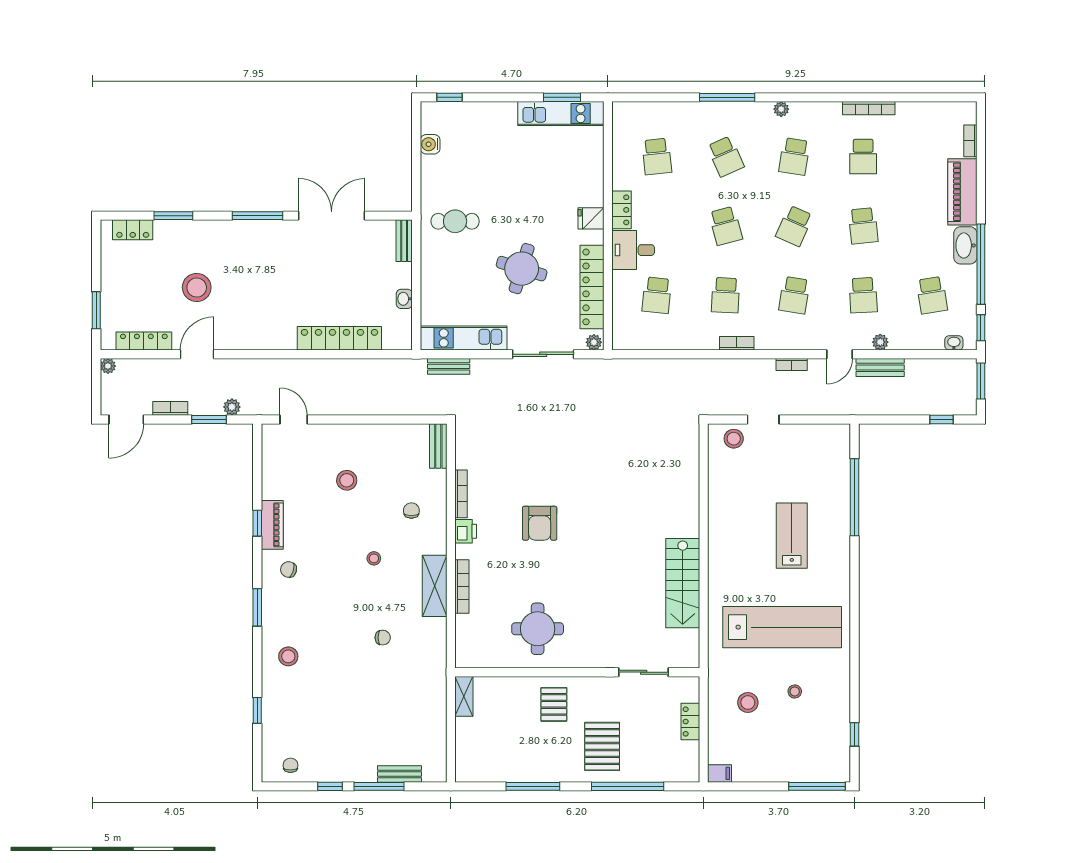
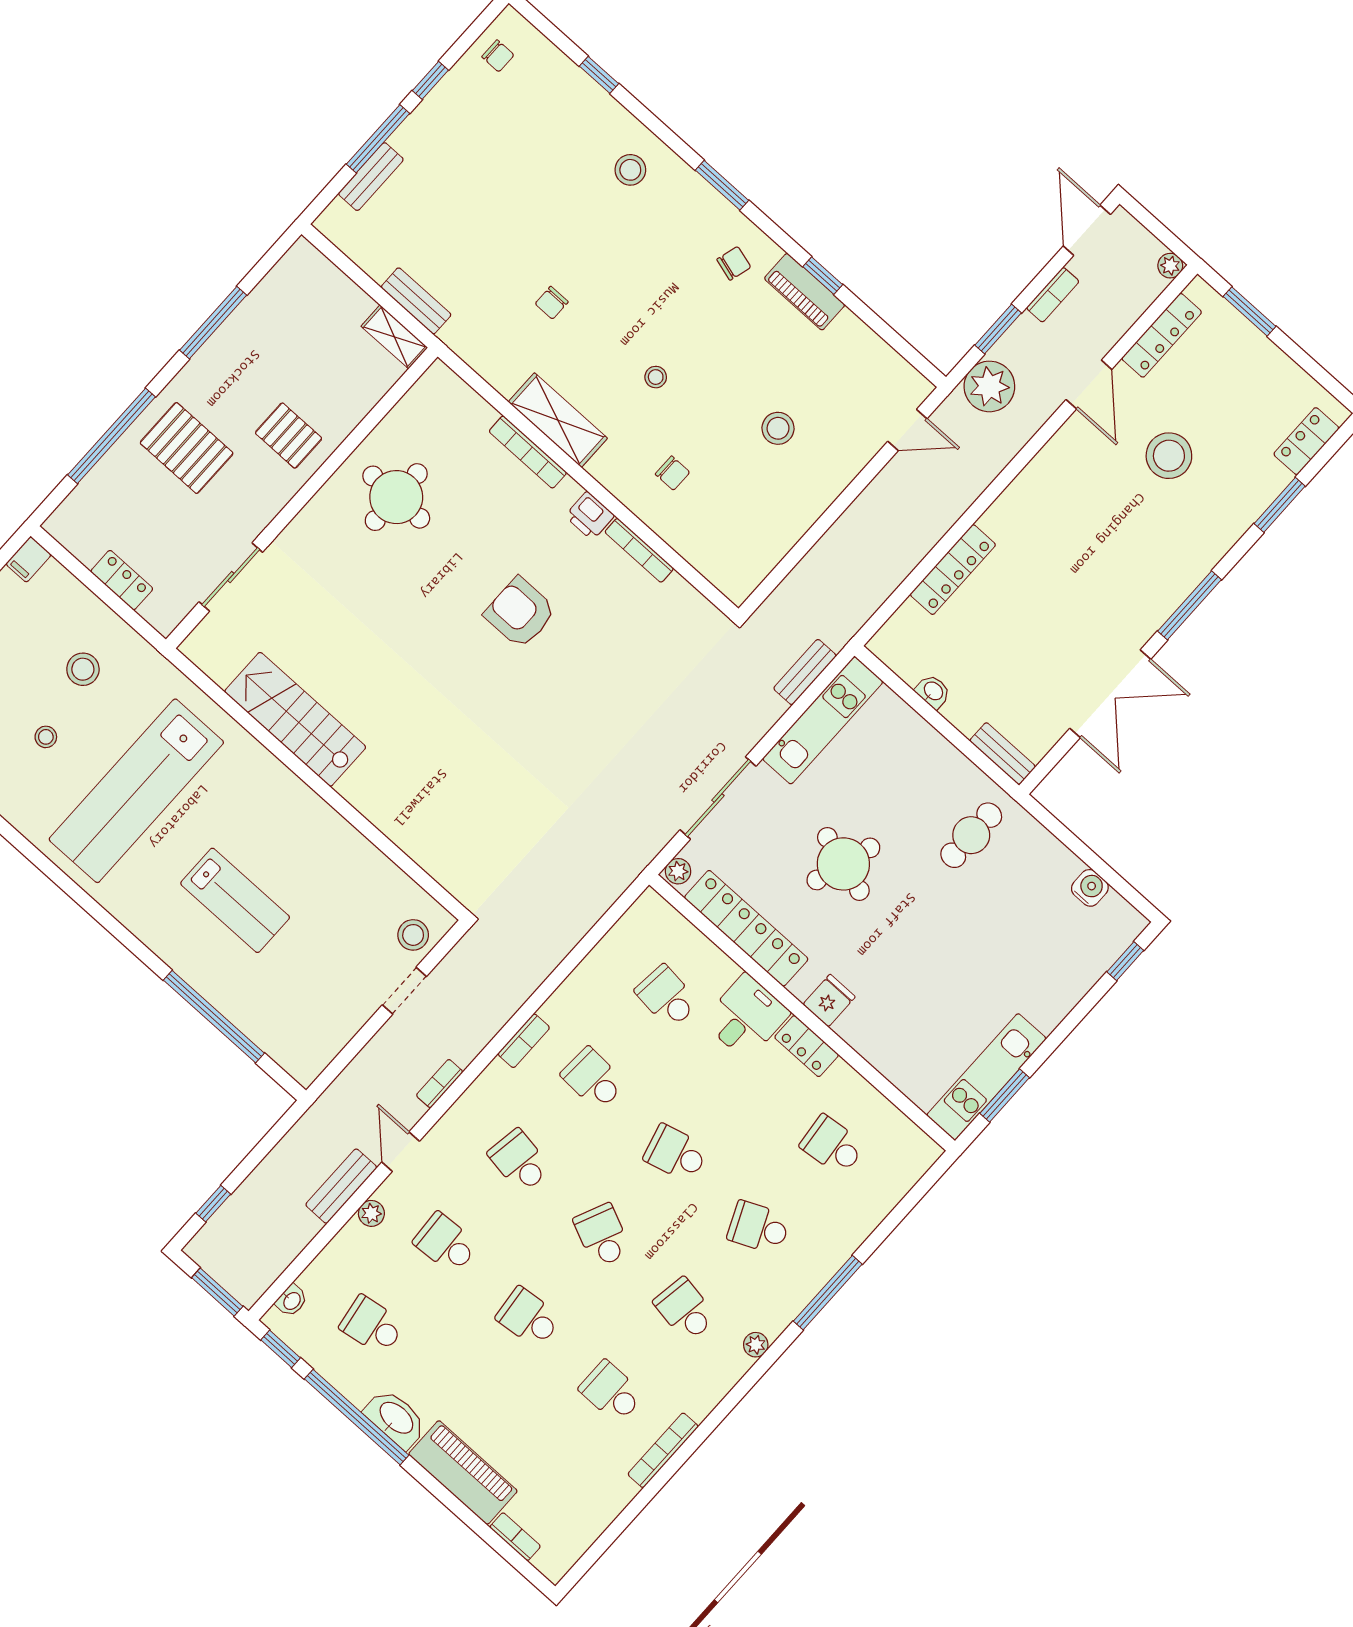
locker: (339, 338) -> (953, 570), width x0.71, depth x0.83
plant: (232, 407) -> (989, 386), width x1.88, depth x1.88
bench: (438, 446) -> (416, 301), moved

